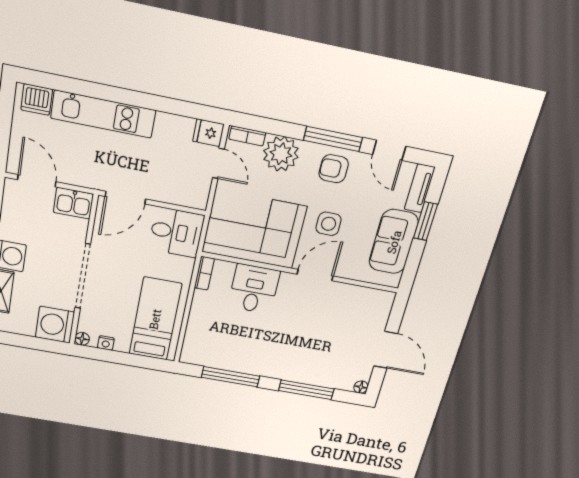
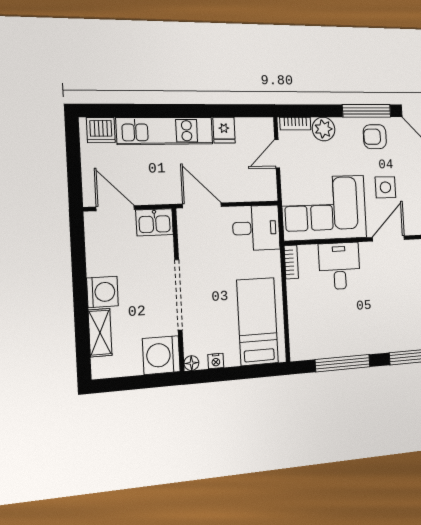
fridge: (208, 133) -> (224, 130), moved, turned -90
plant: (281, 154) -> (324, 129), width x0.73, depth x0.73
door: (218, 163) -> (277, 154), swing flipped
door: (125, 198) -> (202, 205), swing flipped

